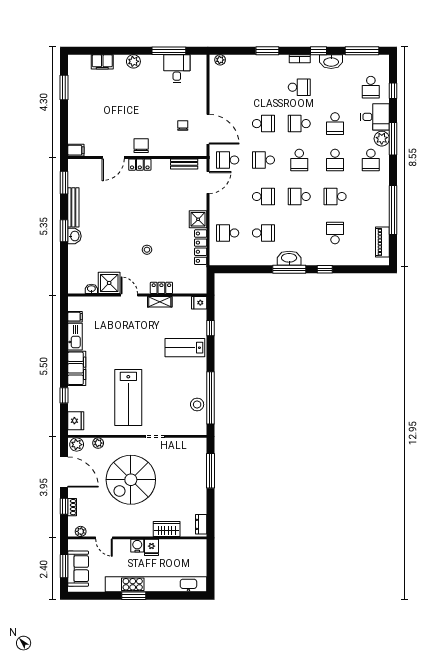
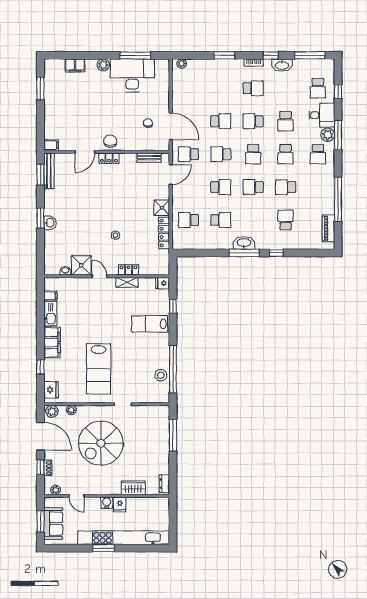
desk: (177, 69) -> (132, 75), width x1.87, depth x1.30
bench: (73, 207) -> (49, 171), moved

